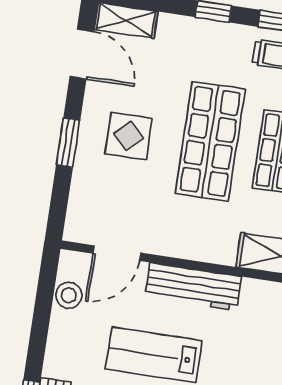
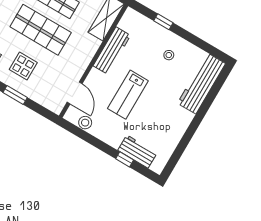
workbench: (193, 287) -> (112, 51), moved

